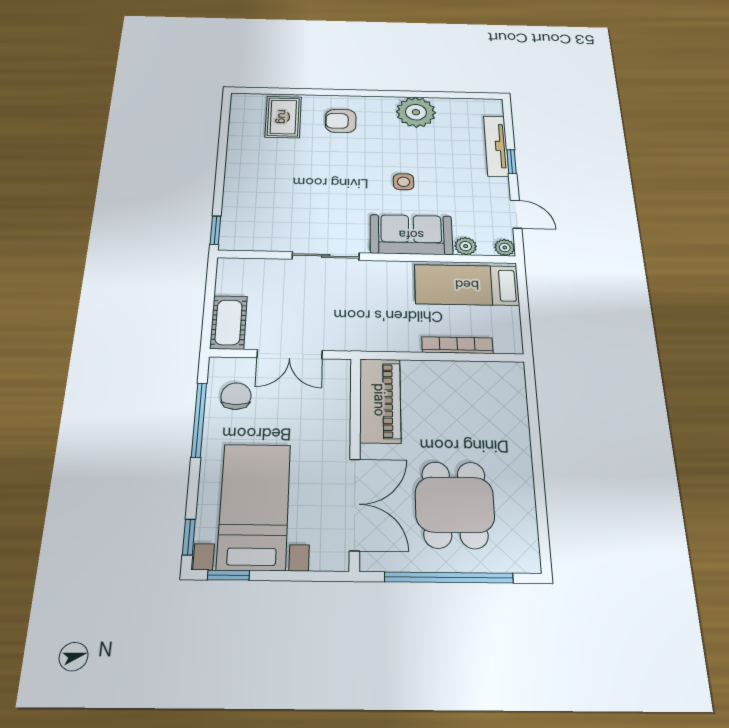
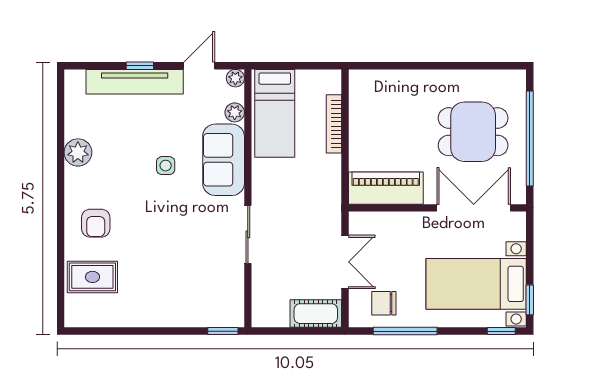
plant: (416, 112) -> (78, 152), width x0.73, depth x0.73
tv unit: (496, 146) -> (135, 82), width x1.36, depth x1.29

